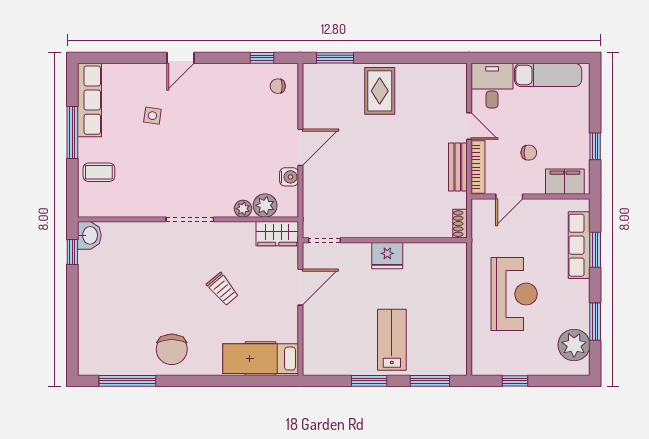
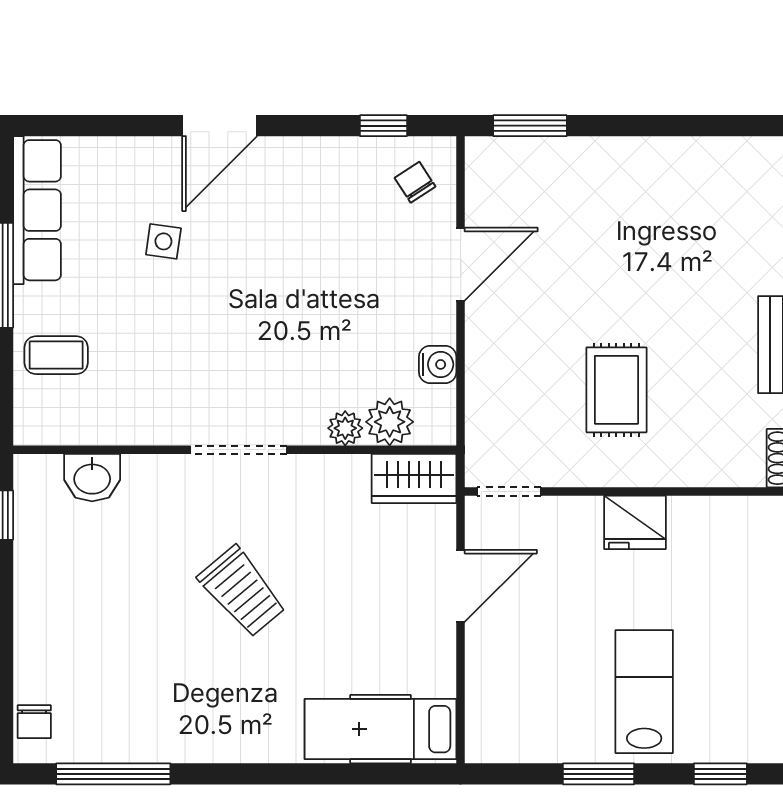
door: (180, 58) -> (220, 126), width x1.38
chair: (278, 86) -> (415, 182), turned 57
rug: (380, 91) -> (616, 390), moved
door: (300, 147) -> (461, 264), moved
washbasin: (89, 235) -> (92, 478), moved, turned 90
trolley: (223, 289) -> (242, 592), moved, width x1.36, depth x1.39
chair: (172, 349) -> (34, 722), moved, width x0.54, depth x0.54
window: (430, 381) -> (720, 774), width x0.67

